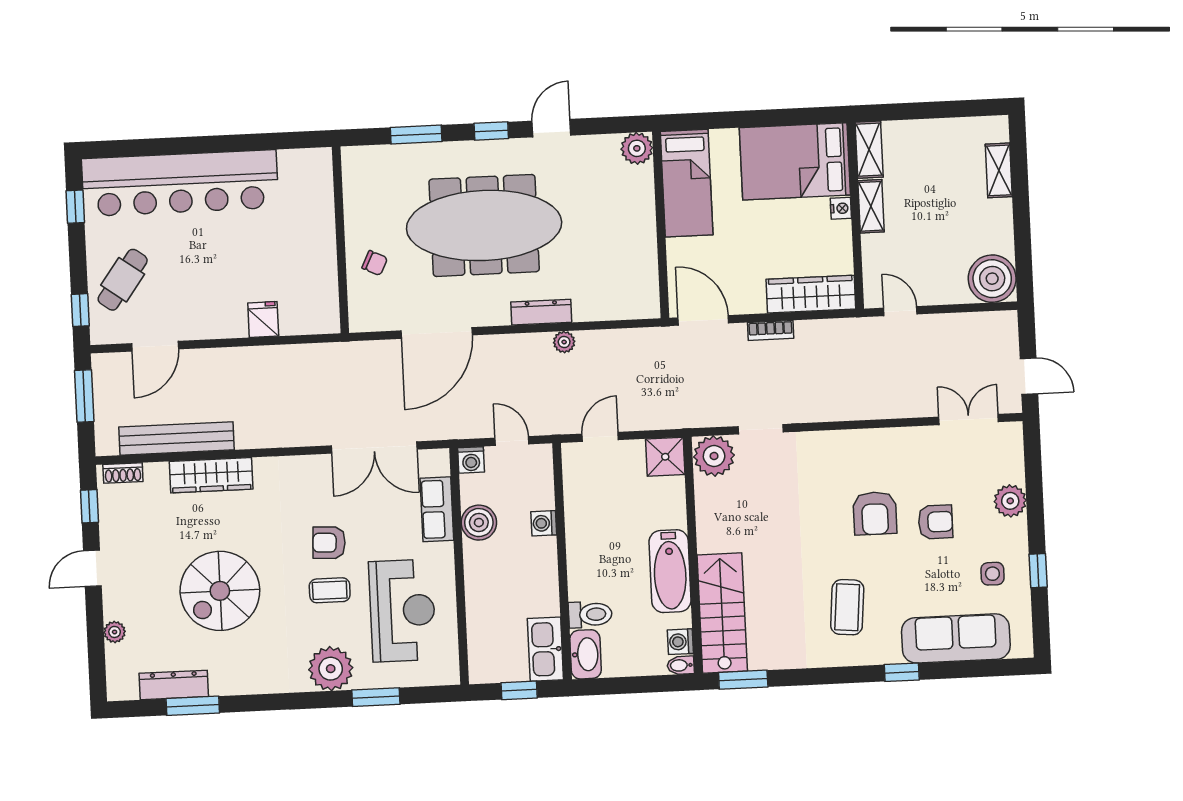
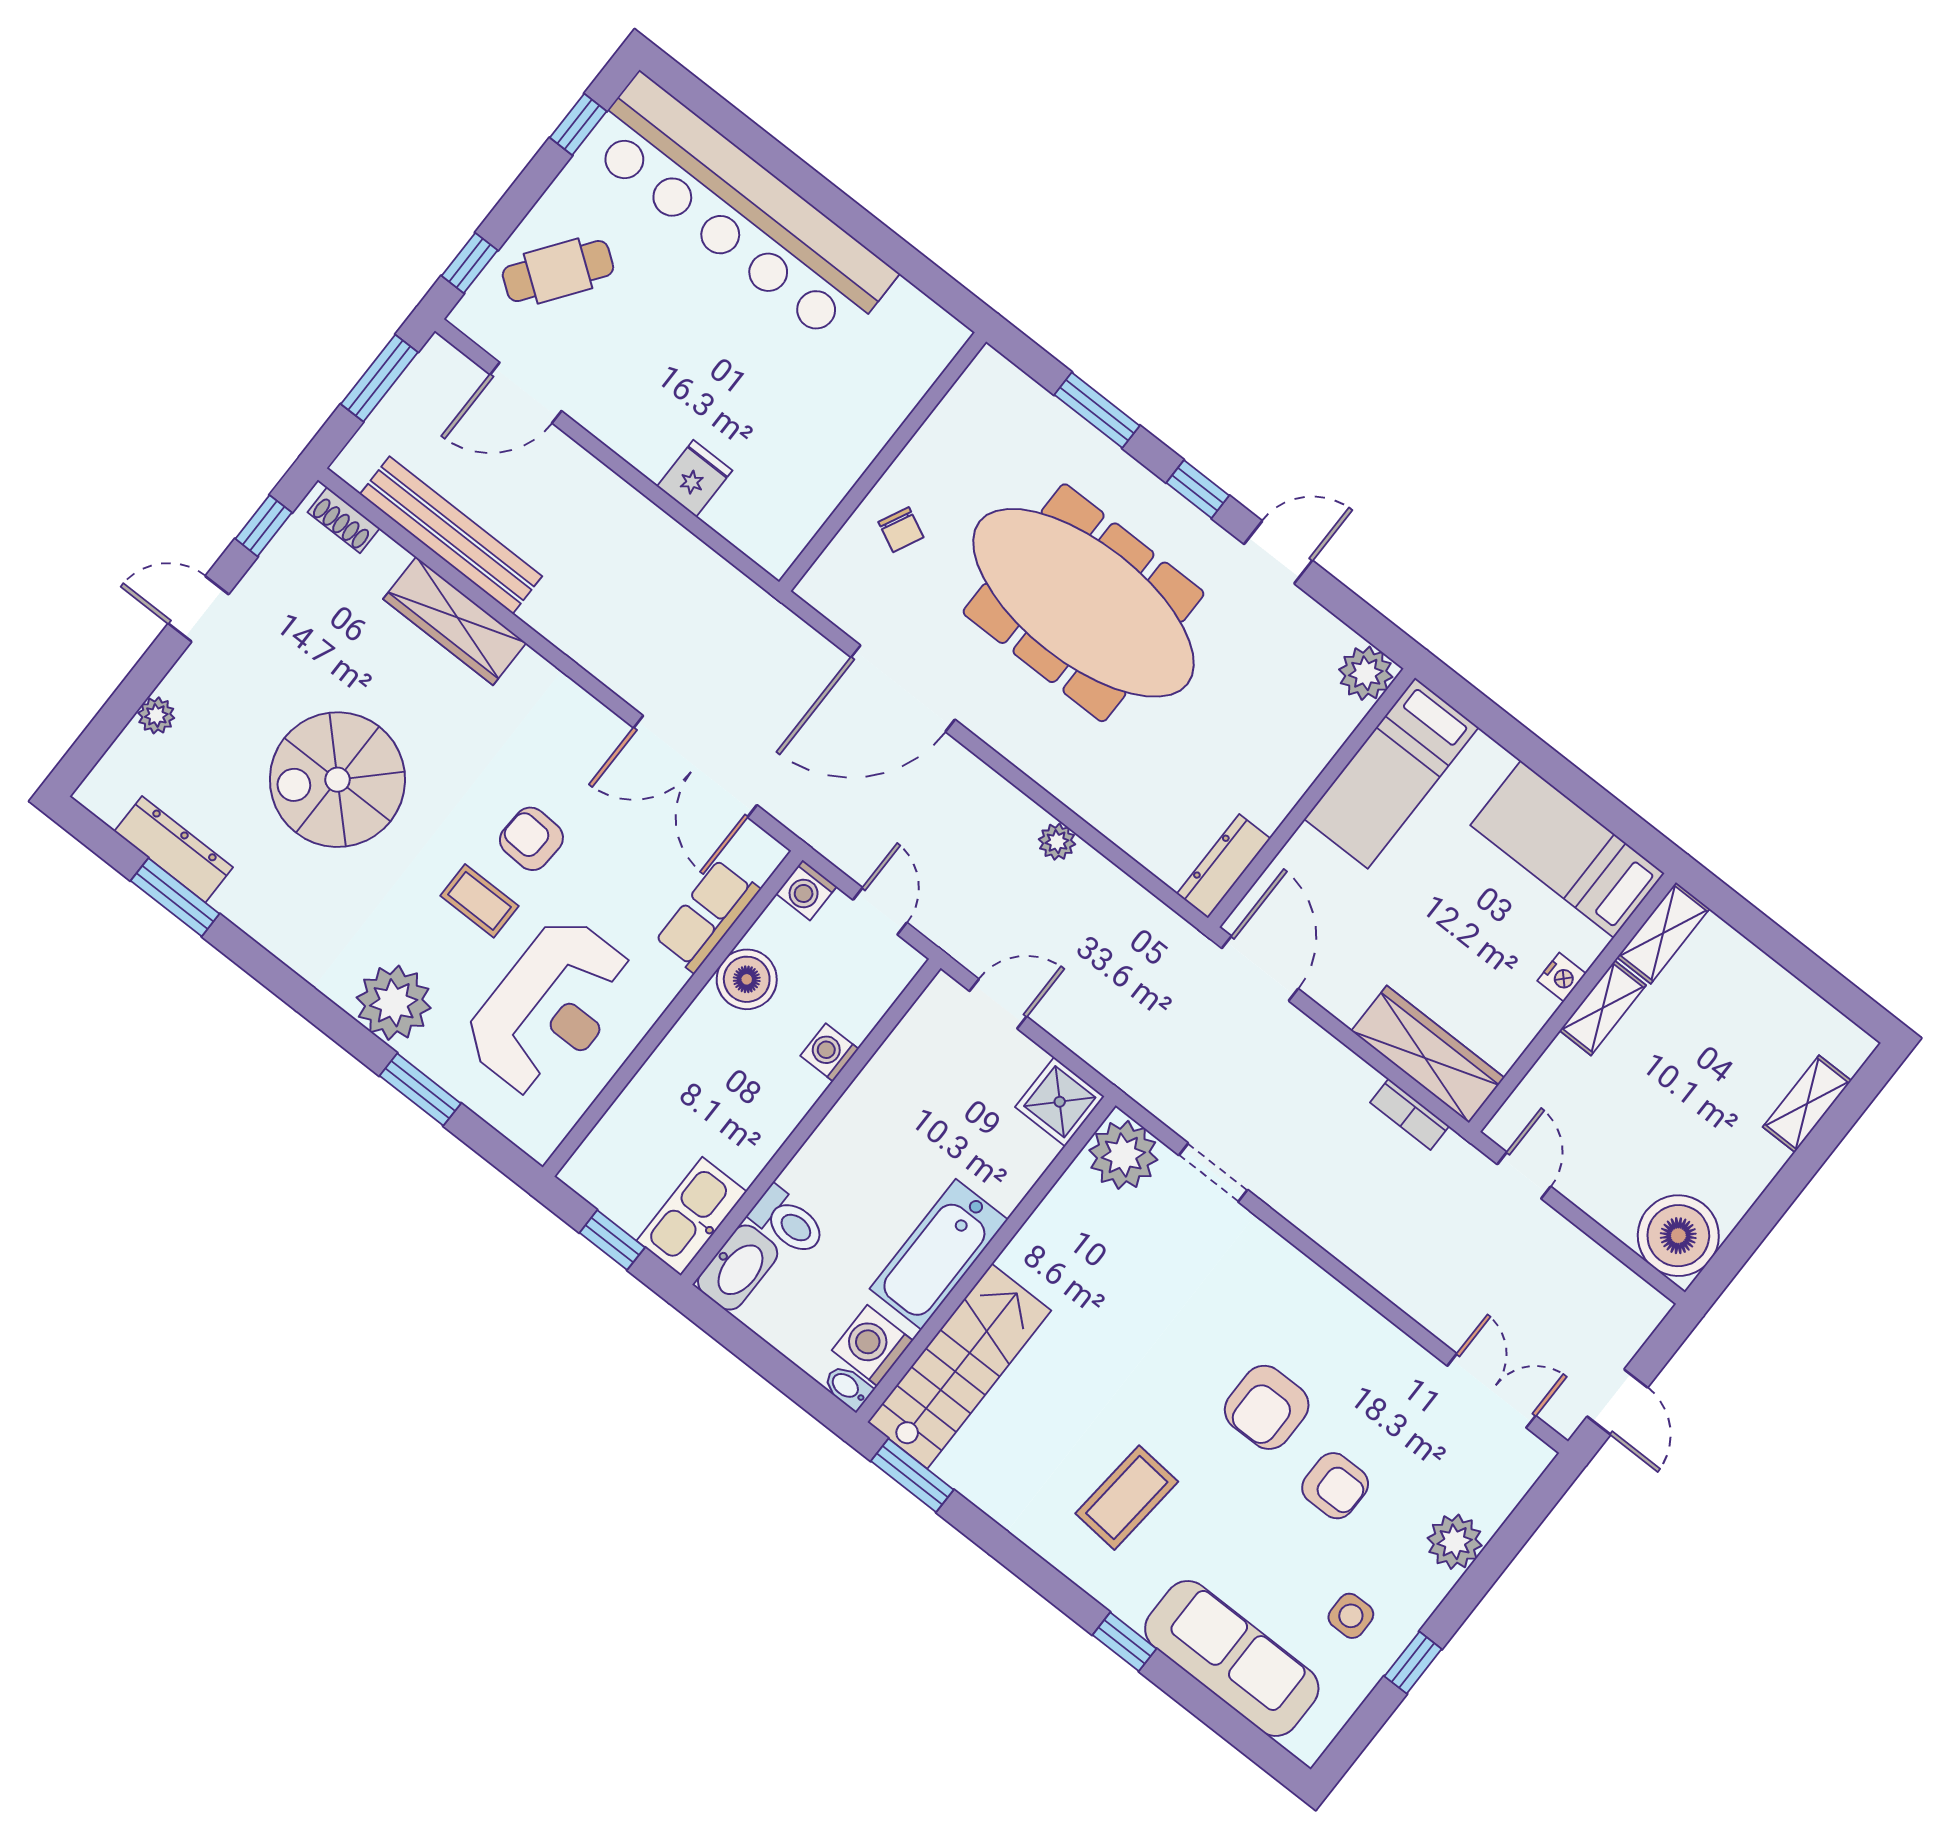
bed: (795, 161) -> (1567, 849), width x0.67
dresser: (541, 312) -> (1224, 866), moved, turned -90
bookcase: (771, 330) -> (1410, 1114), moved
washing machine: (680, 642) -> (872, 1345), width x1.38, depth x1.38

